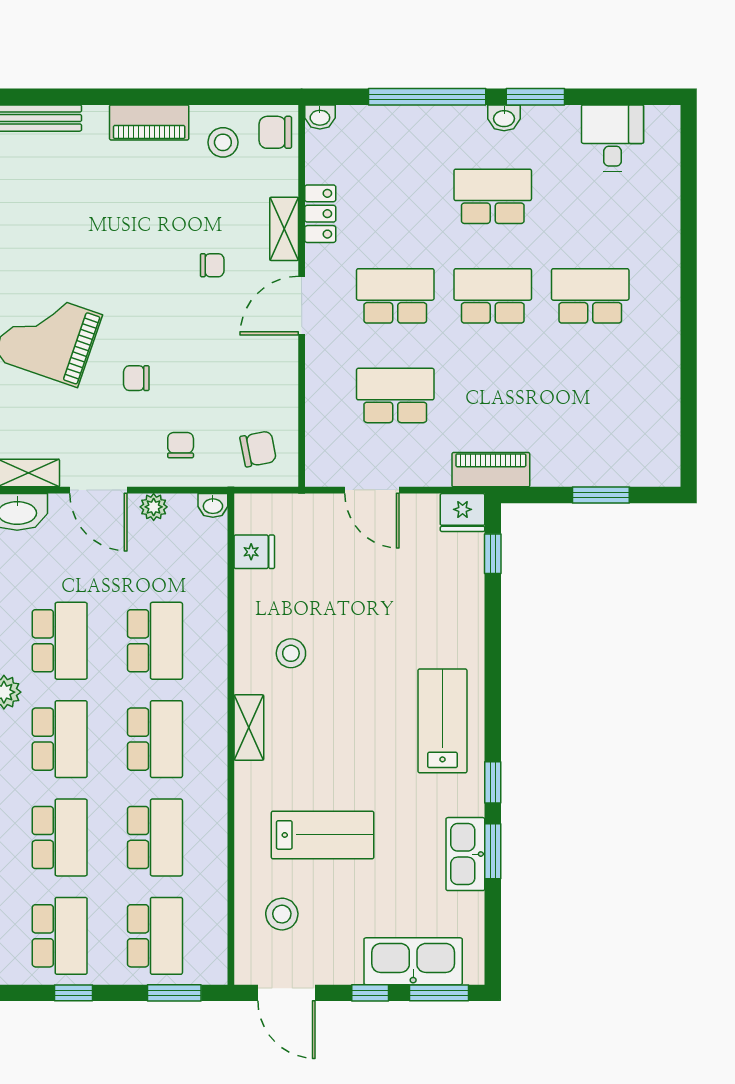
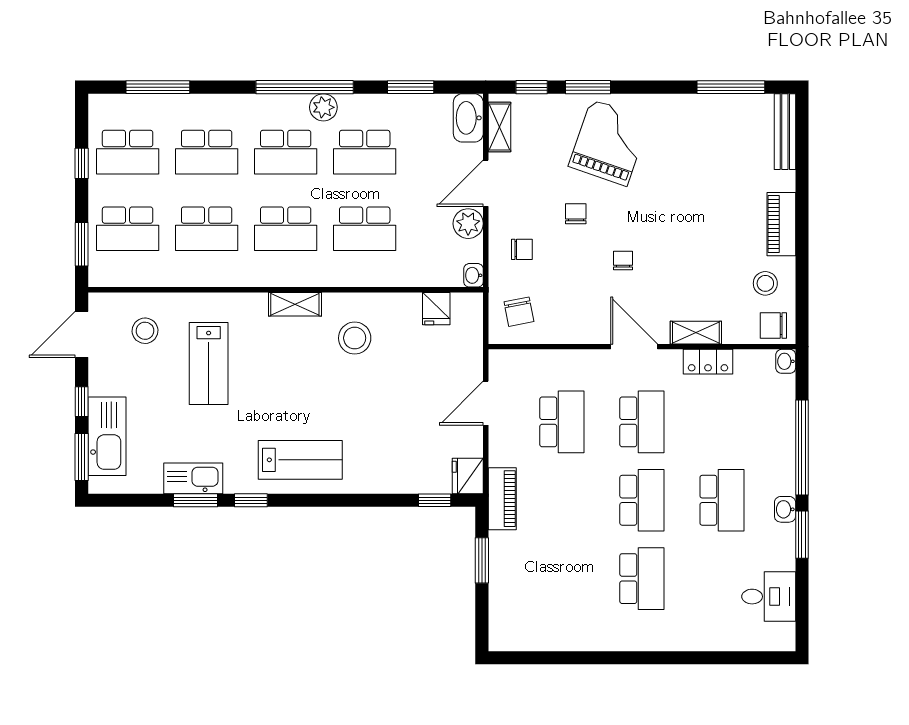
chair: (275, 132) -> (773, 325), turned -90
chair: (212, 265) -> (623, 260), moved, turned 180
window: (601, 495) -> (482, 560), moved
plant: (154, 507) -> (468, 224), width x1.38, depth x1.38
stool: (291, 653) -> (355, 338), width x1.38, depth x1.38

